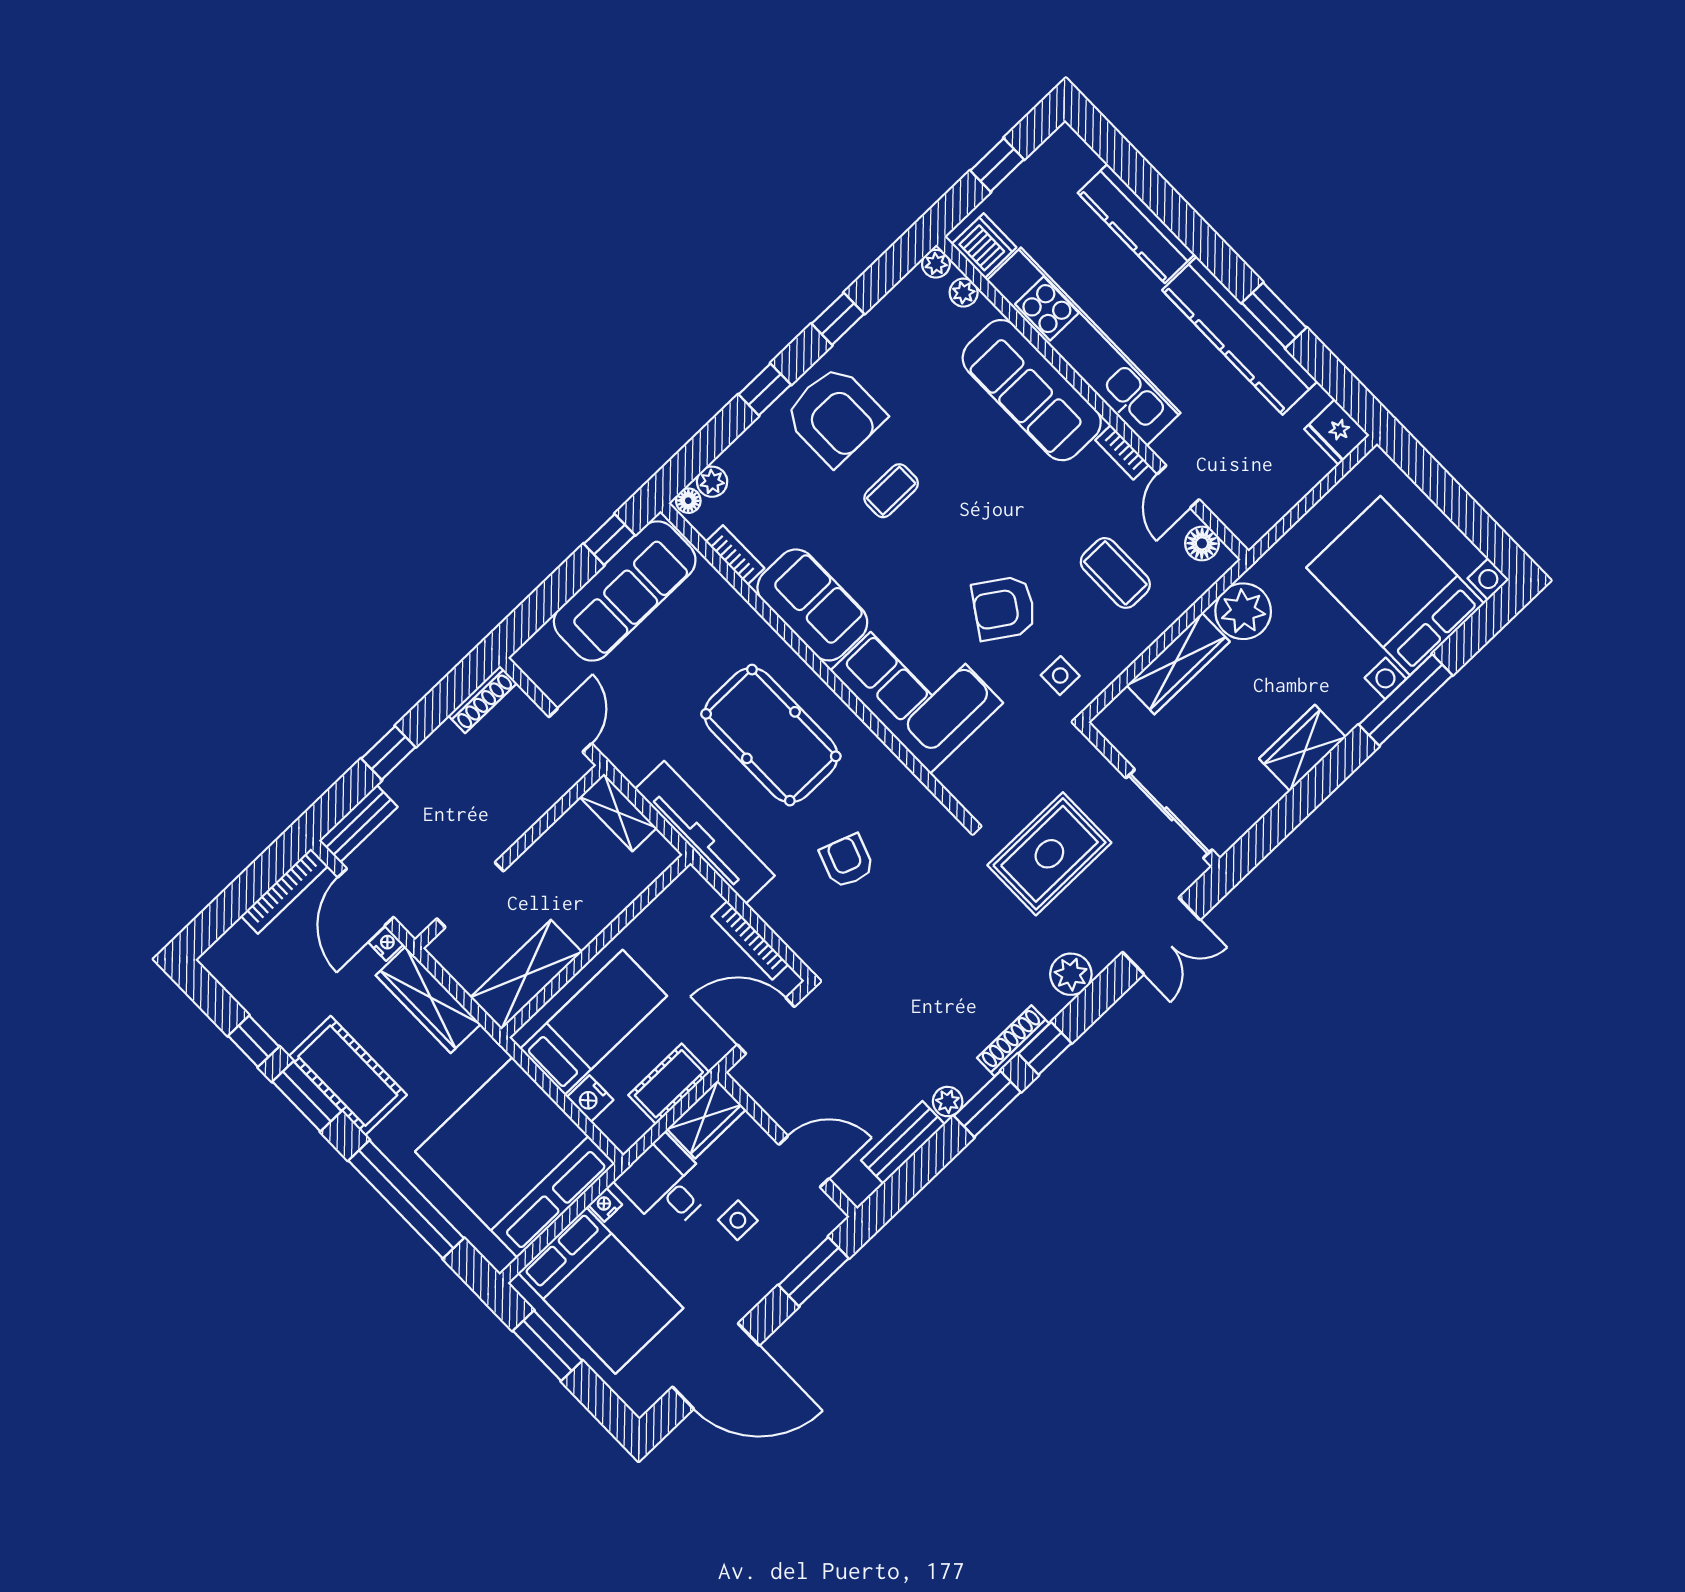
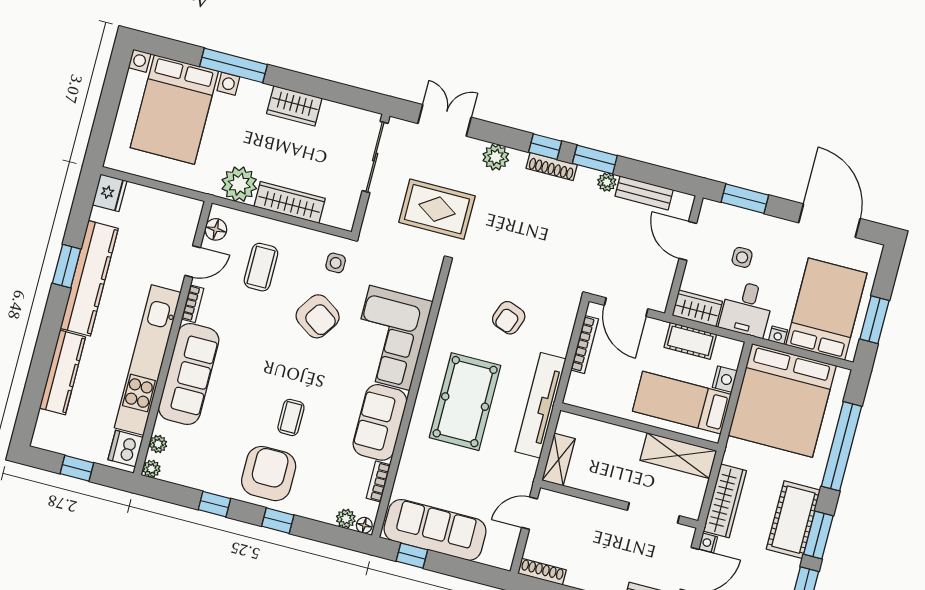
coffee table: (891, 491) -> (291, 417), turned 90

